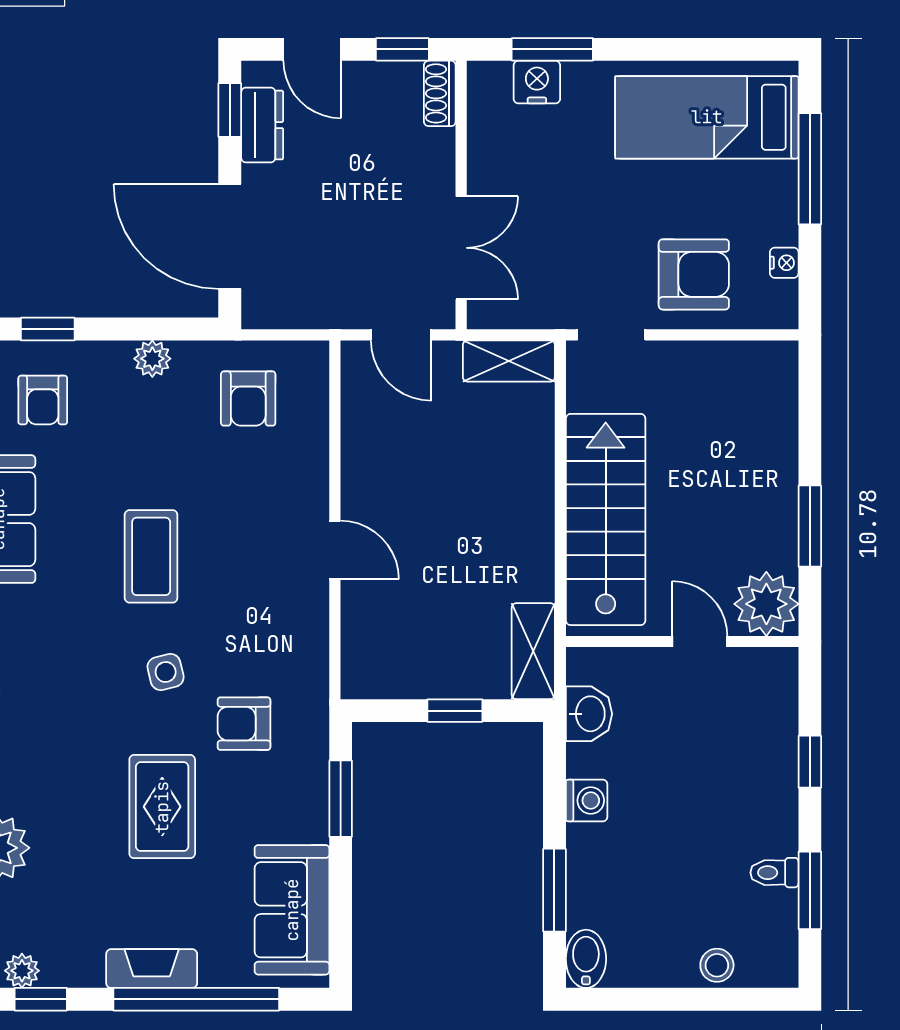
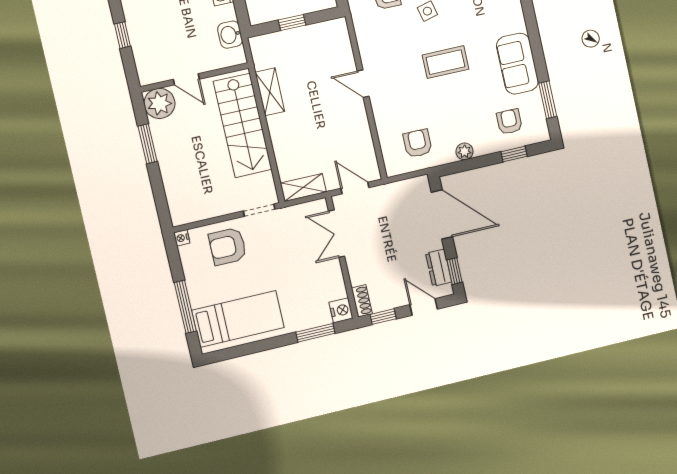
nightstand: (537, 82) -> (341, 310), moved, turned -90
nightstand: (784, 263) -> (182, 238), moved
coffee table: (151, 556) -> (445, 62), turned 90
shelving: (533, 651) -> (270, 92), moved

